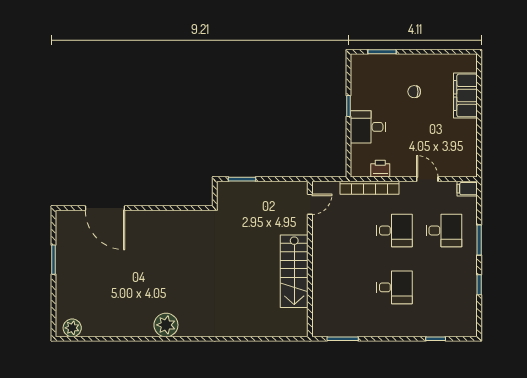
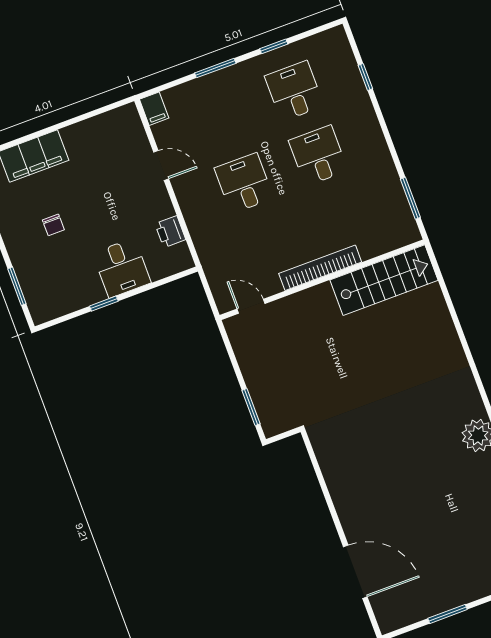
door: (427, 179) -> (161, 165), swing flipped
bookcase: (370, 188) -> (320, 268), moved, turned -90
door: (105, 208) -> (355, 572), hinge flipped
desk: (444, 231) -> (294, 91), moved
stairs: (294, 271) -> (384, 280), moved

